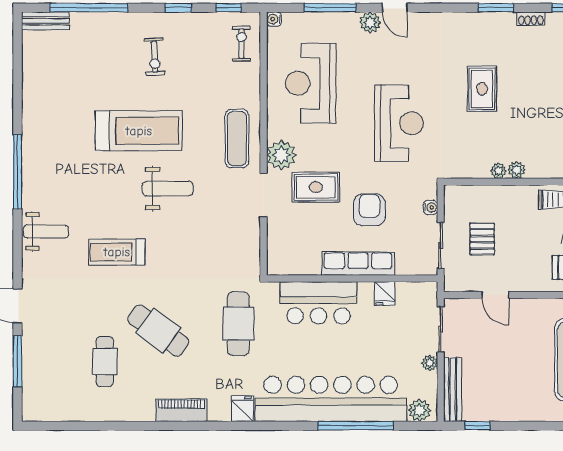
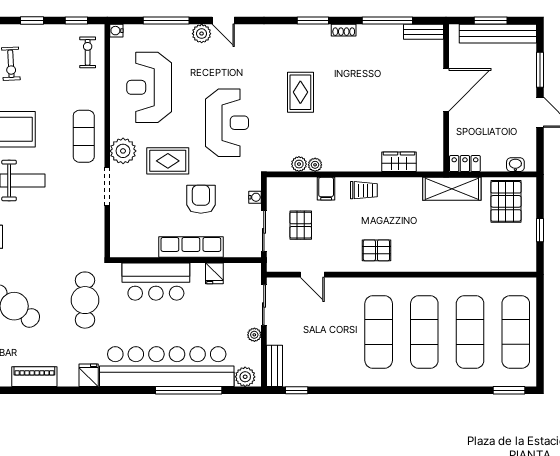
plant: (517, 170) -> (299, 164), moved
rug: (316, 187) -> (168, 161), moved
filing cabinet: (511, 198) -> (326, 189), added
bench: (453, 390) -> (275, 366), width x0.73

